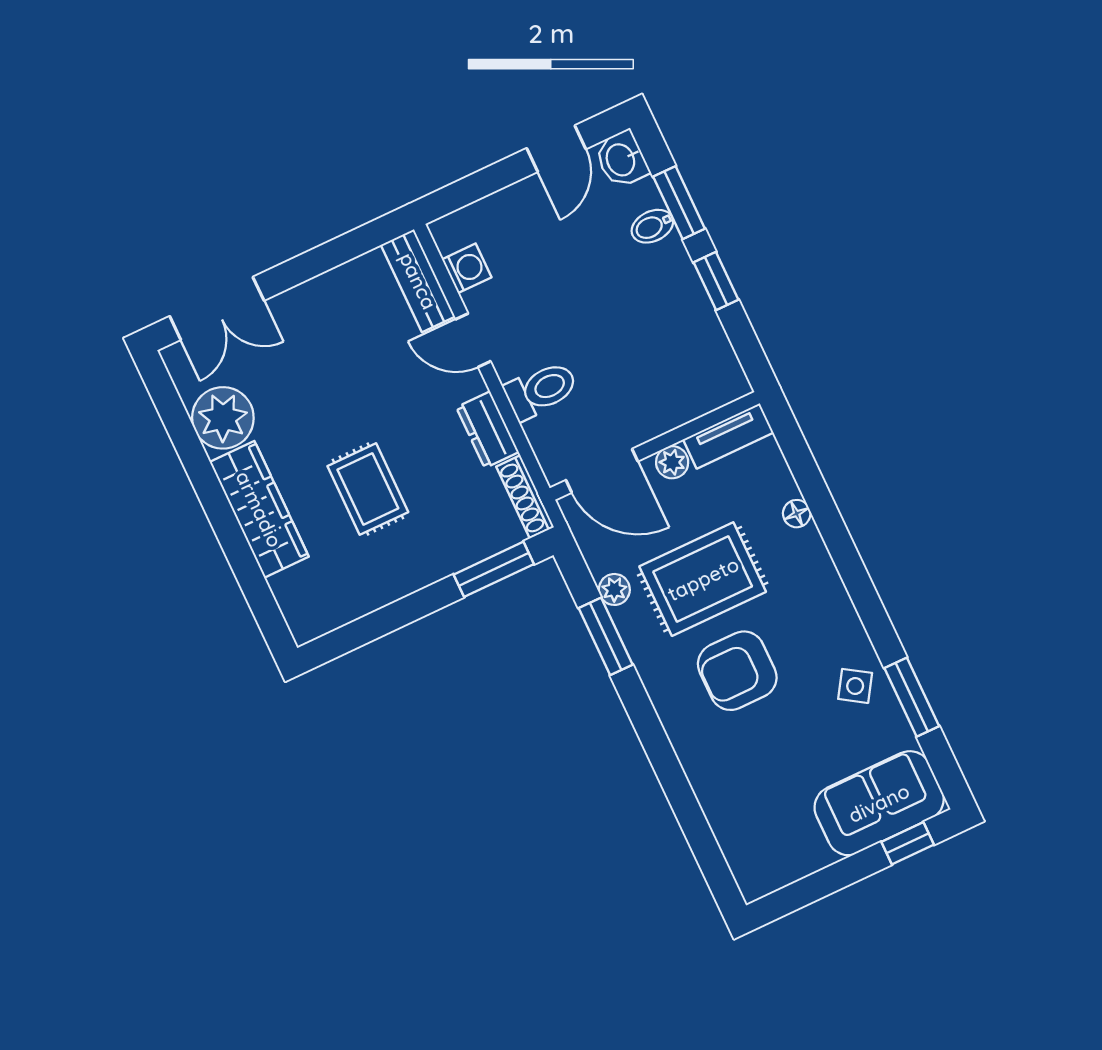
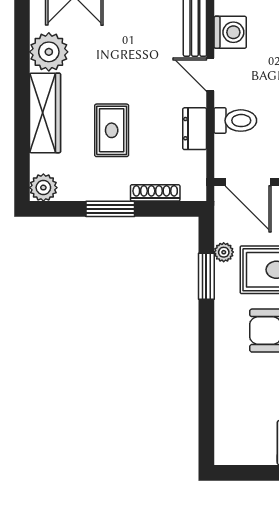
washing machine: (467, 268) -> (230, 32), width x1.38, depth x1.38
shoe rack: (525, 497) -> (155, 193), moved, turned 90
window: (494, 569) -> (110, 209), moved
plant: (308, 619) -> (43, 188), added

